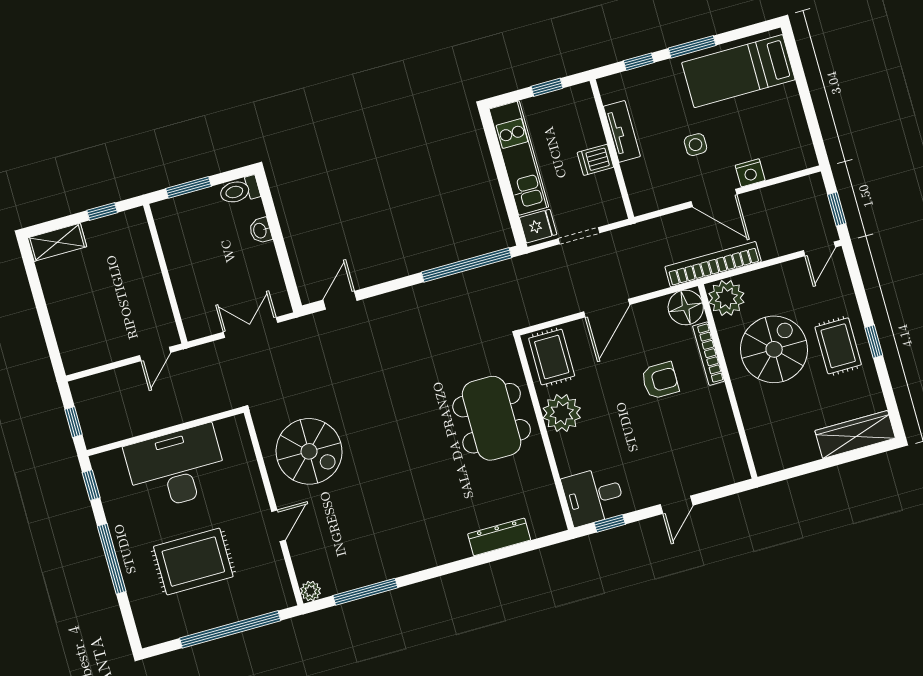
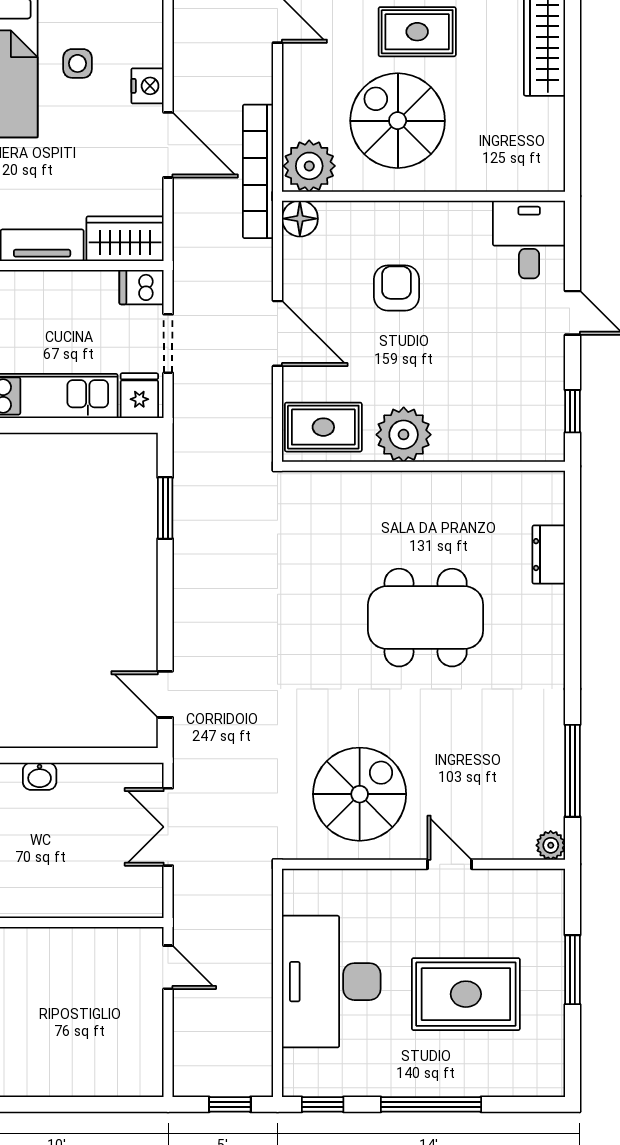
side table: (695, 145) -> (78, 63), moved
dishwasher: (595, 160) -> (141, 287), moved, turned 90
wardrobe: (642, 187) -> (125, 239), added
door: (714, 198) -> (168, 145), hinge flipped
window: (467, 265) -> (165, 508), width x0.47
floor lamp: (686, 307) -> (300, 219), width x0.73, depth x0.73
bookcase: (708, 354) -> (378, 212), removed
dining table: (492, 418) -> (426, 618), moved
desk: (594, 496) -> (529, 239), moved, turned 180
dresser: (499, 537) -> (549, 555), width x0.70
rug: (193, 562) -> (466, 994), turned 90
window: (230, 629) -> (573, 970), width x0.47

